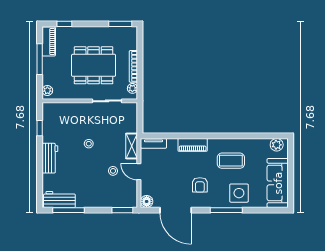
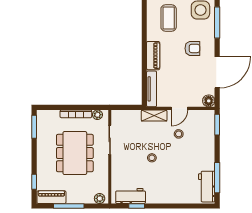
tv unit: (153, 143) -> (152, 89), width x1.41
workbench: (50, 158) -> (131, 196), moved

